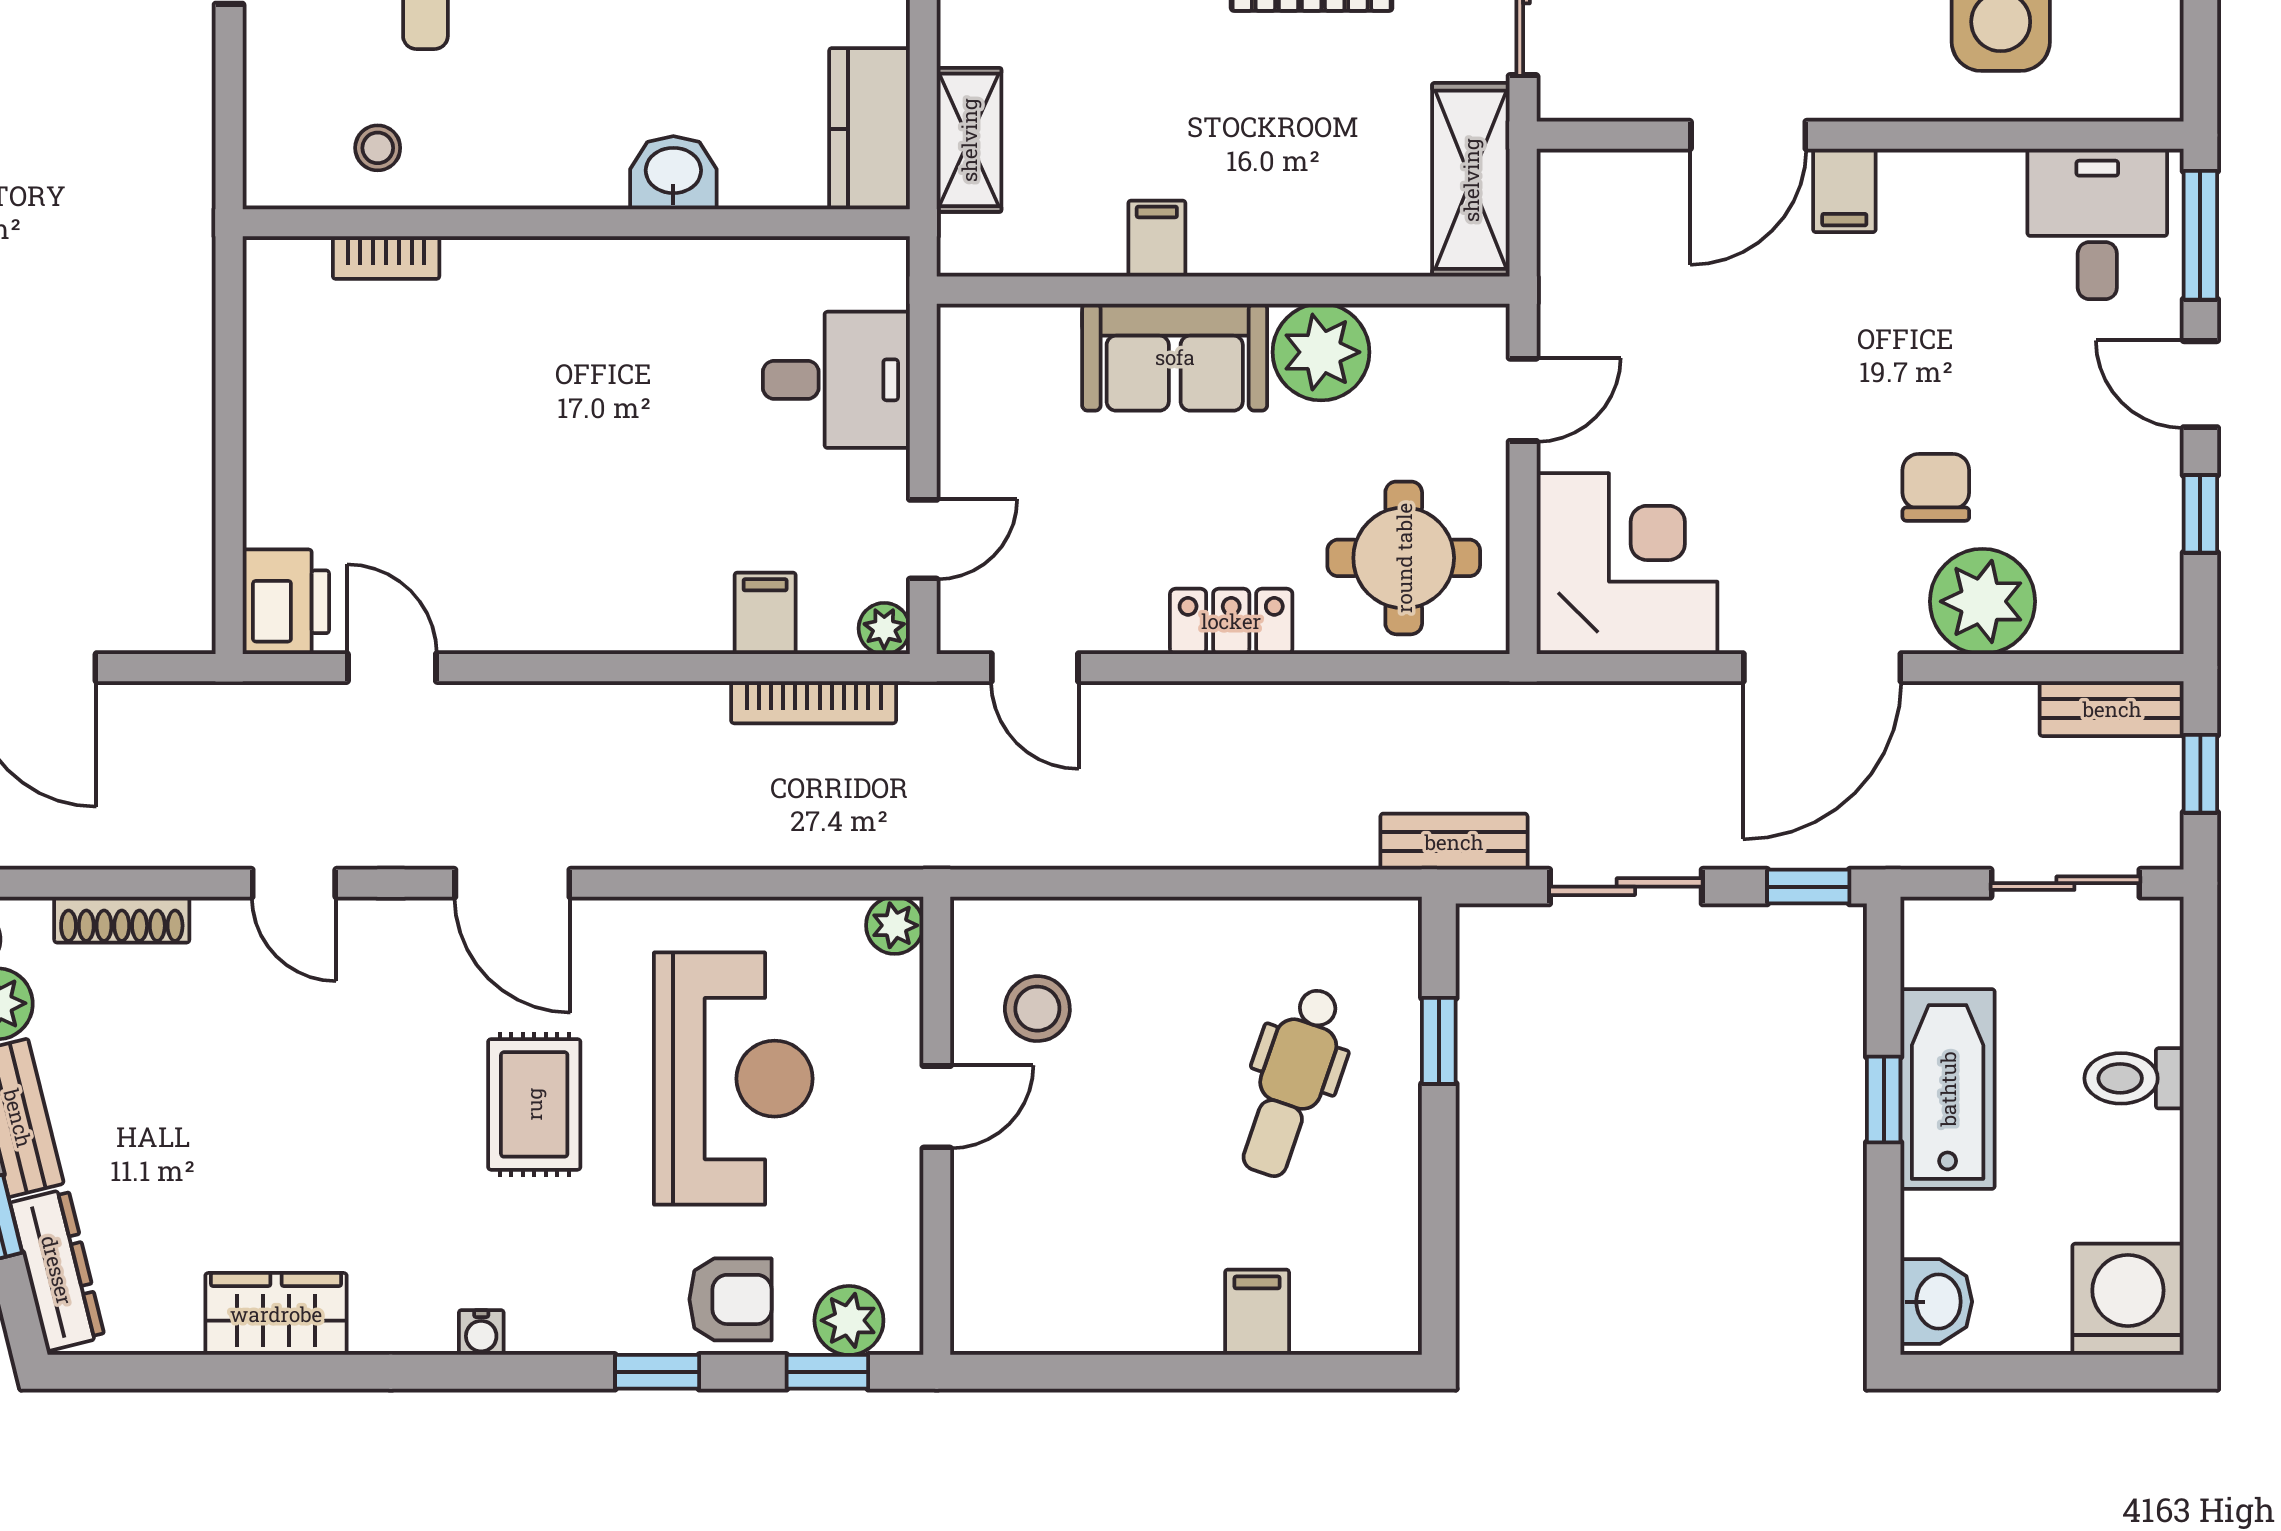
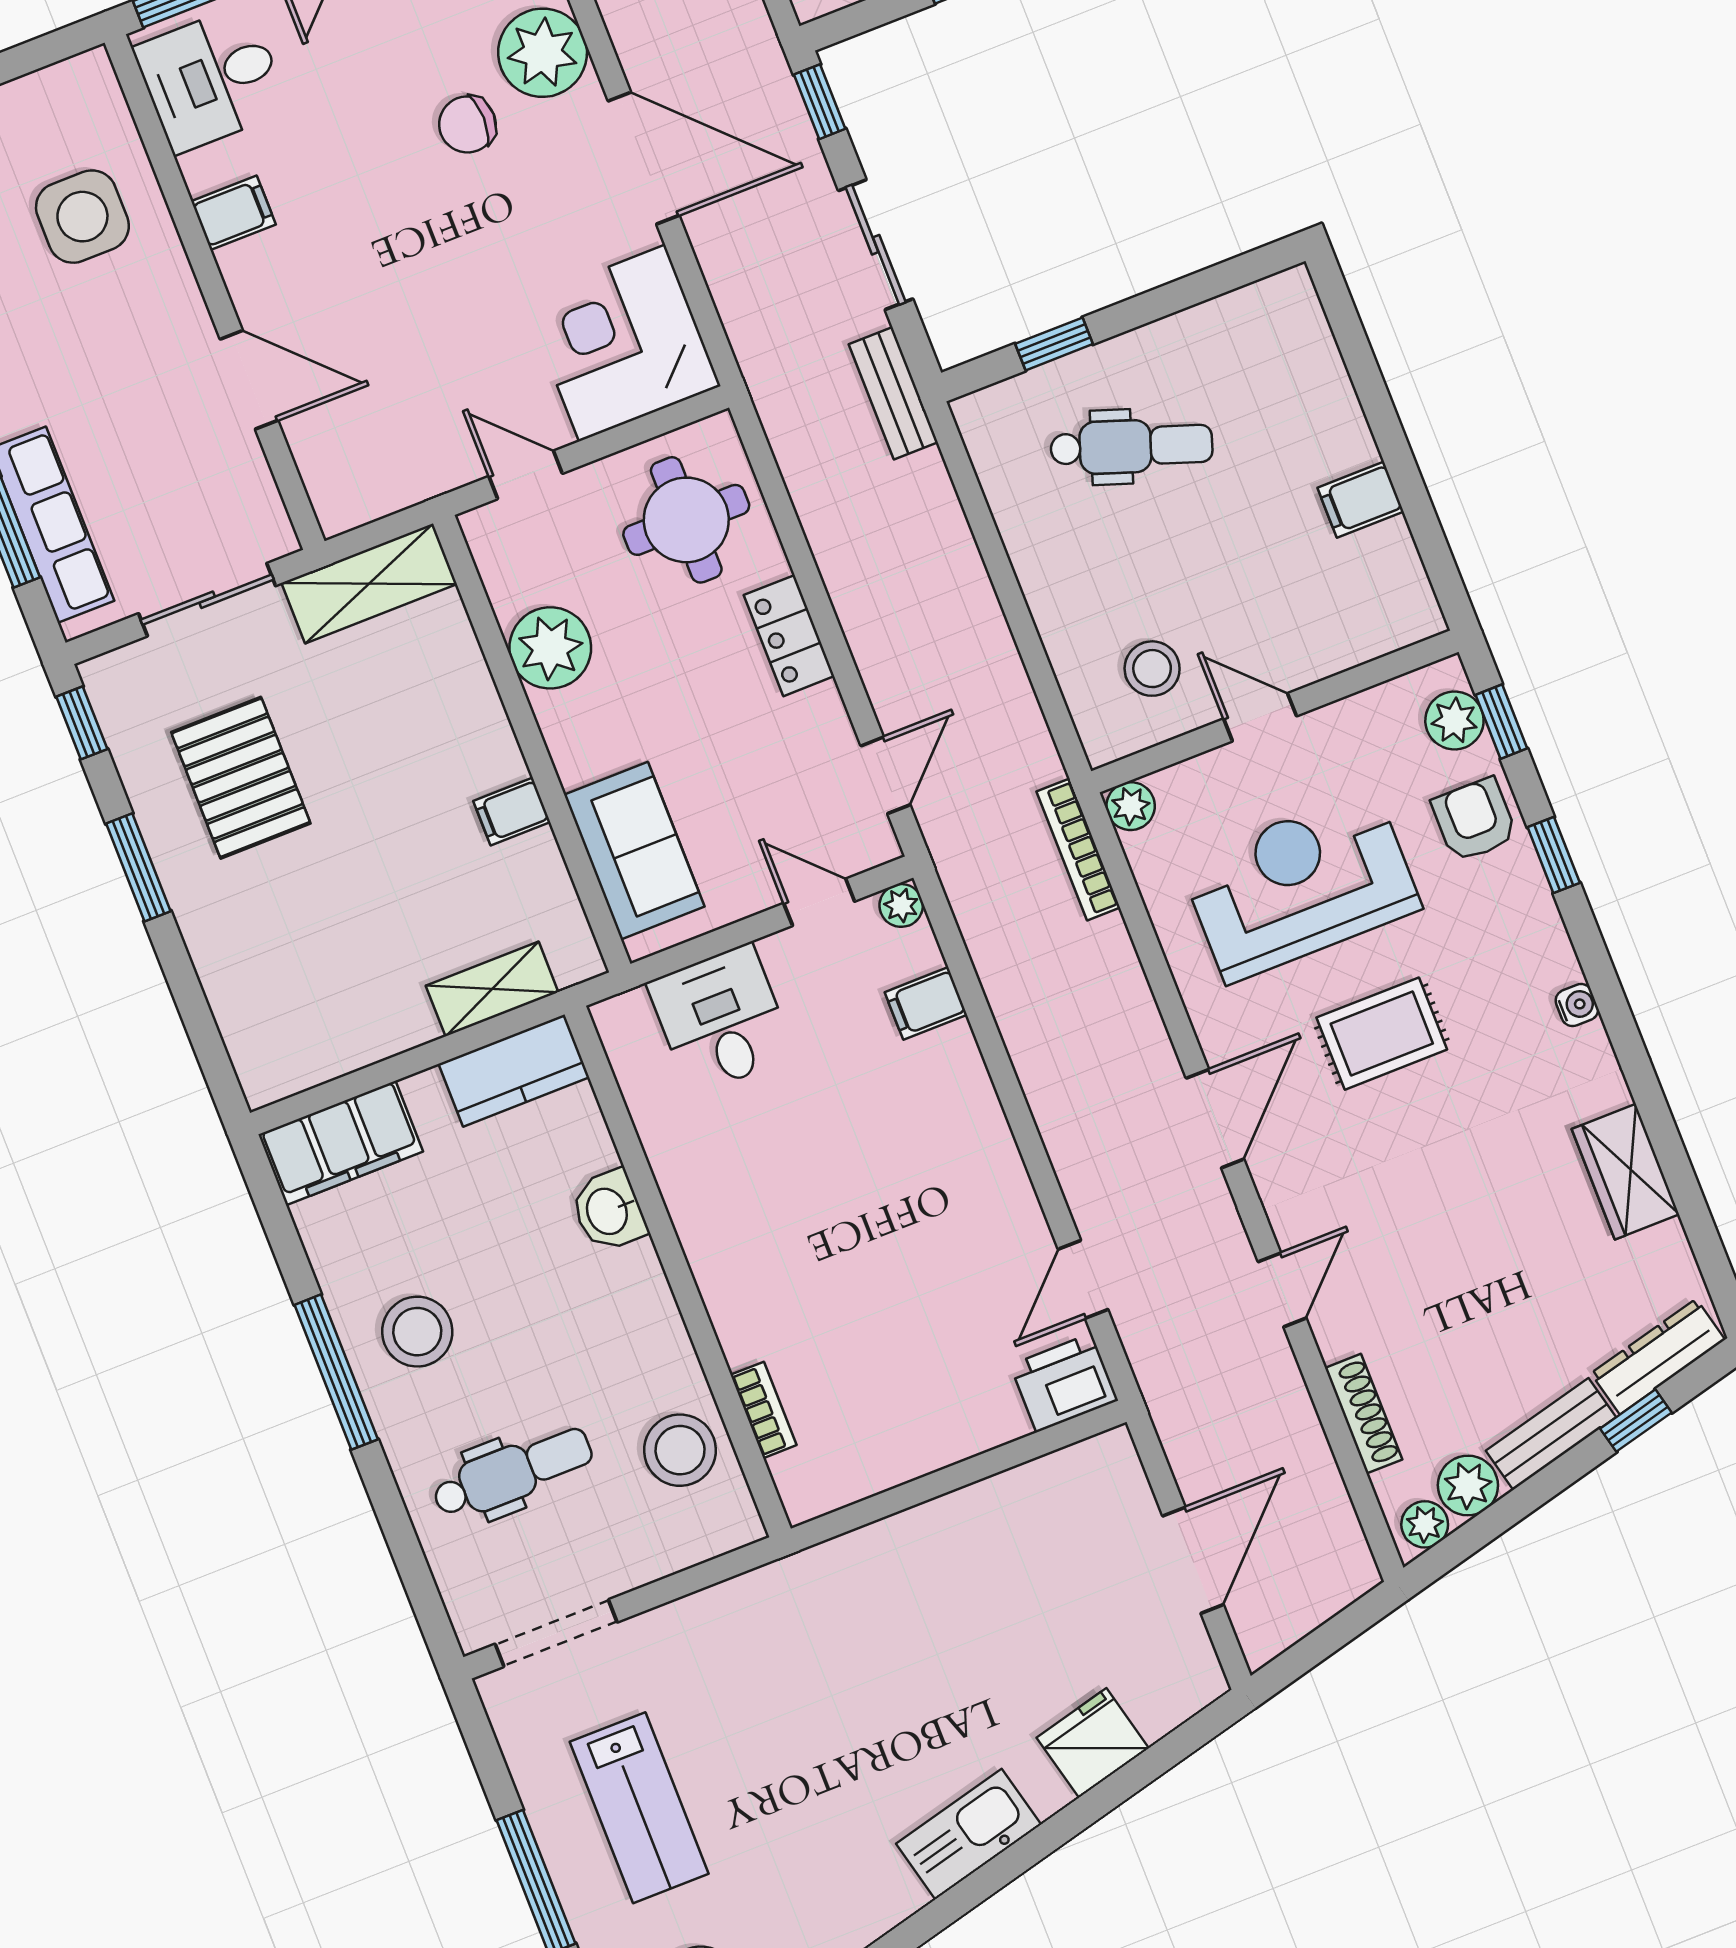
stool: (378, 148) -> (680, 1450), width x1.89, depth x1.89
filing cabinet: (1844, 190) -> (234, 213), moved
sofa: (1175, 357) -> (634, 851), moved
bookcase: (814, 702) -> (1078, 850), moved, turned 180
filing cabinet: (1257, 1312) -> (1361, 500), moved

